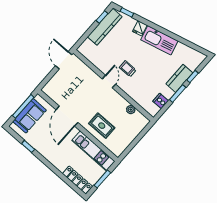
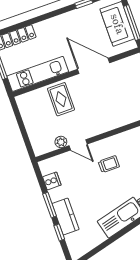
door: (109, 82) -> (78, 145), moved
rug: (102, 126) -> (61, 99), turned 90

